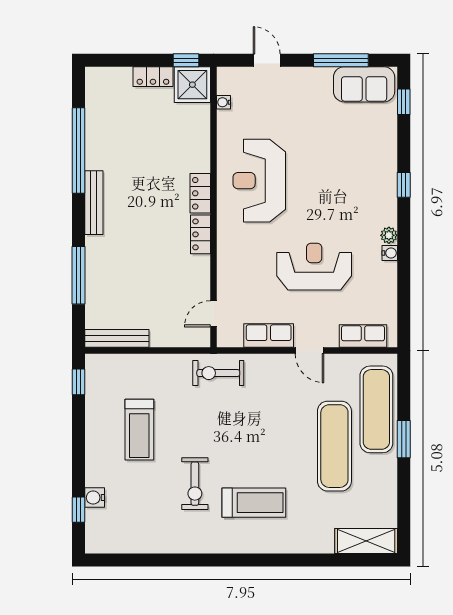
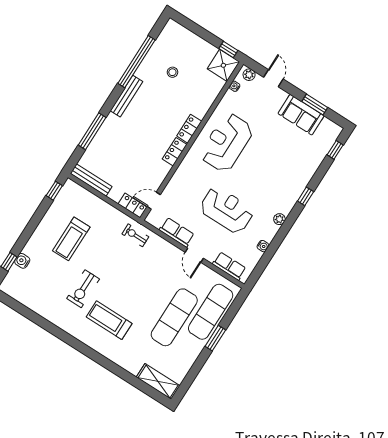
window: (341, 60) -> (315, 105), width x0.69
plant: (233, 76) -> (249, 75), added
locker: (153, 77) -> (133, 206), moved, turned 180
sofa: (364, 84) -> (301, 115), moved
stool: (133, 135) -> (172, 72), added
water cooler: (390, 253) -> (263, 246), moved
exercise bike: (218, 373) -> (135, 235), width x0.73, depth x0.72
treadmill: (254, 503) -> (109, 320), turned 180

